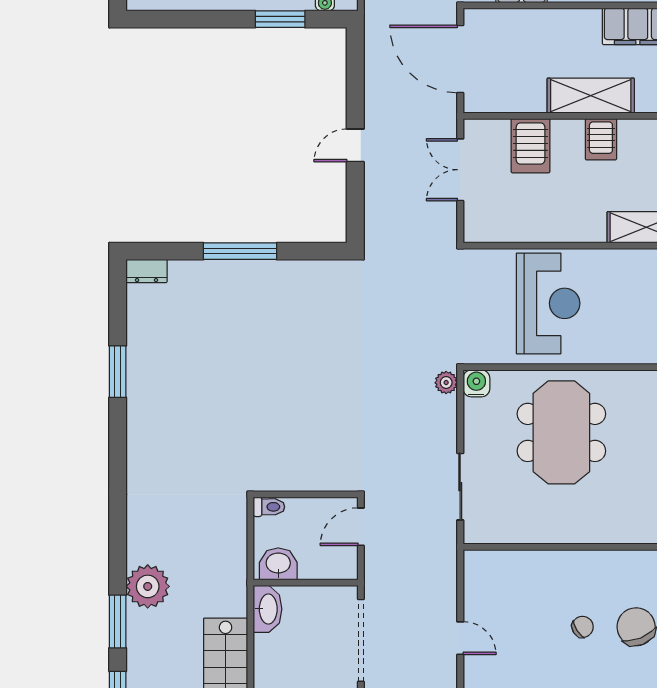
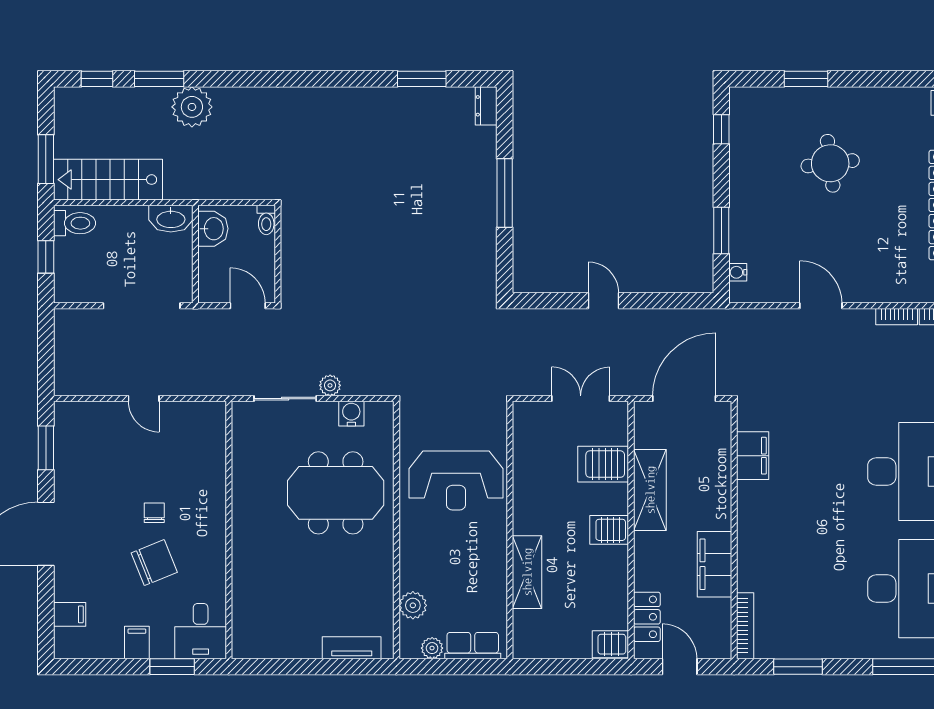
window: (172, 19) -> (721, 129), added
shelving: (591, 96) -> (650, 490), moved
window: (118, 372) -> (422, 79), moved
plant: (446, 383) -> (330, 385), moved
water cooler: (476, 383) -> (351, 414), moved, turned -90
chair: (583, 627) -> (154, 513), turned -148
door: (460, 638) -> (144, 399), hinge flipped

